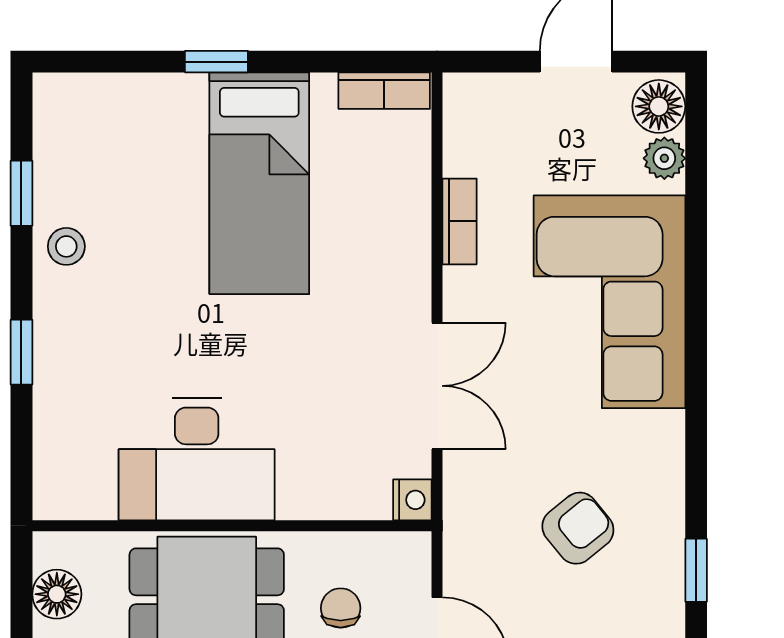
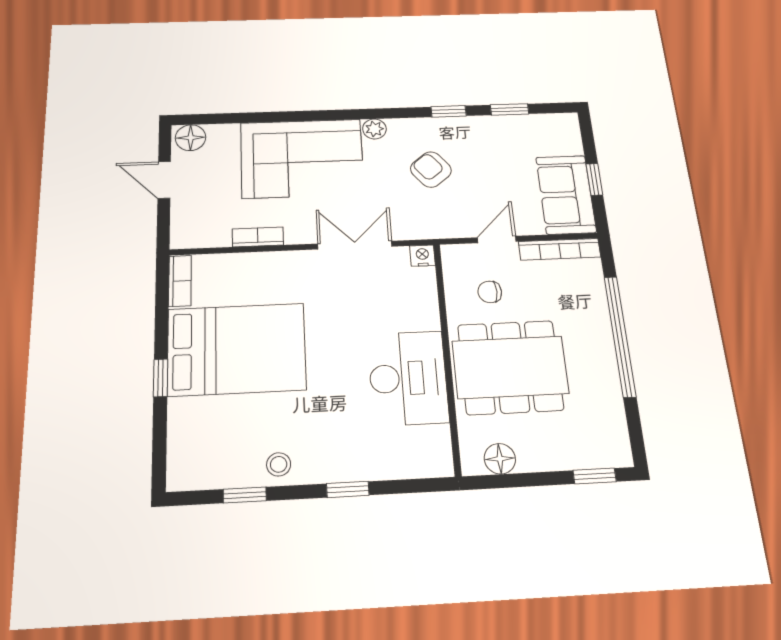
plant: (664, 158) -> (374, 129), moved
bed: (259, 183) -> (237, 349), width x1.50

